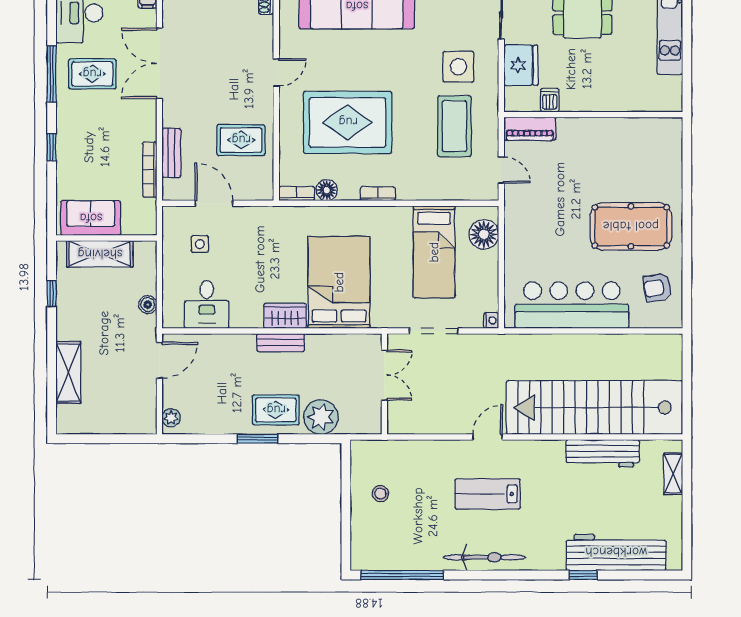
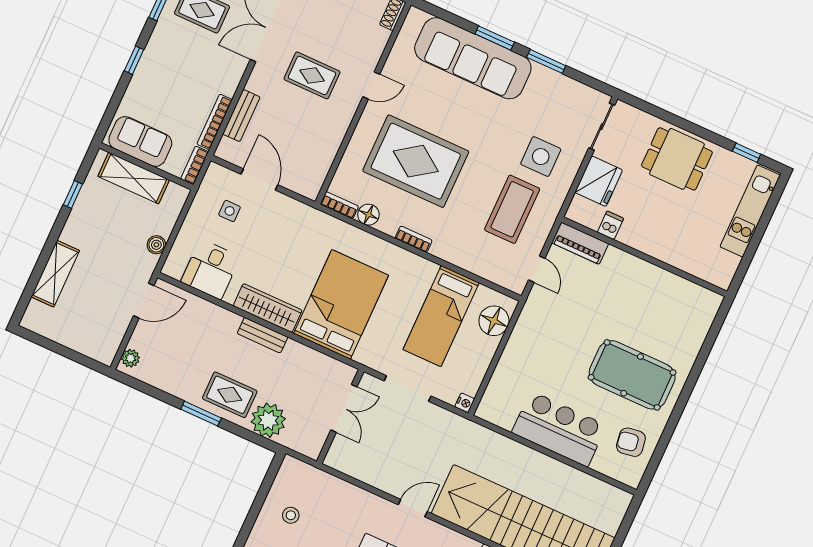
rug: (241, 140) -> (312, 75), moved
bookcase: (150, 217) -> (195, 165), added
bar counter: (572, 305) -> (559, 429), width x0.73
wardrobe: (285, 316) -> (268, 308), width x1.50

